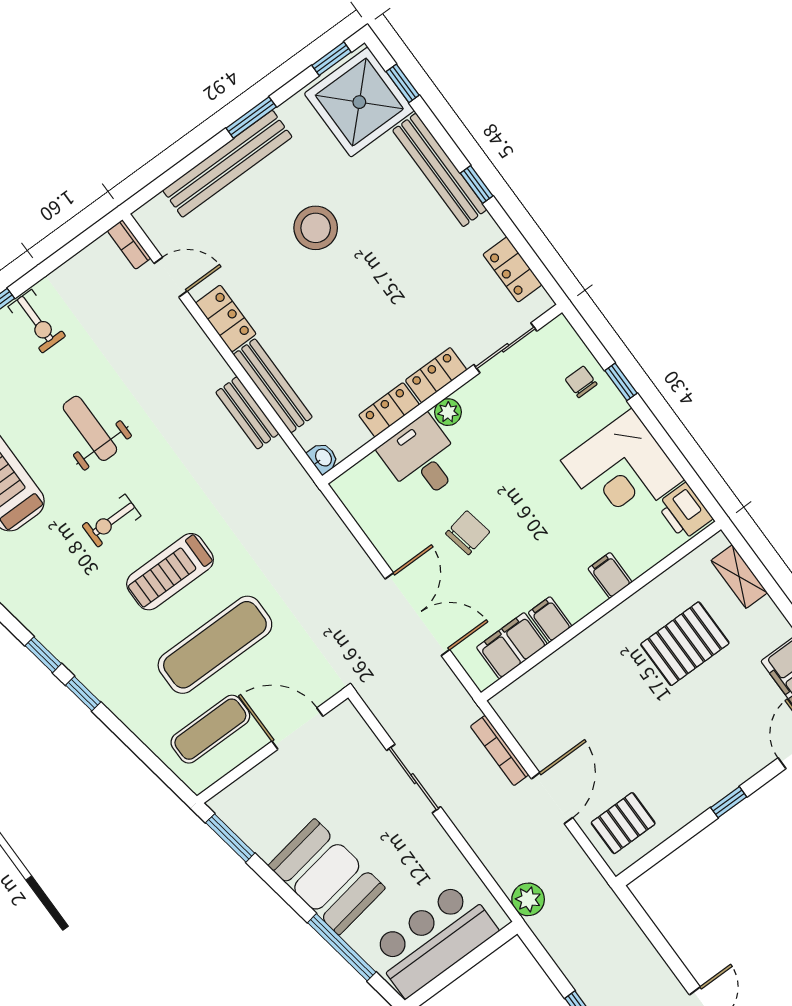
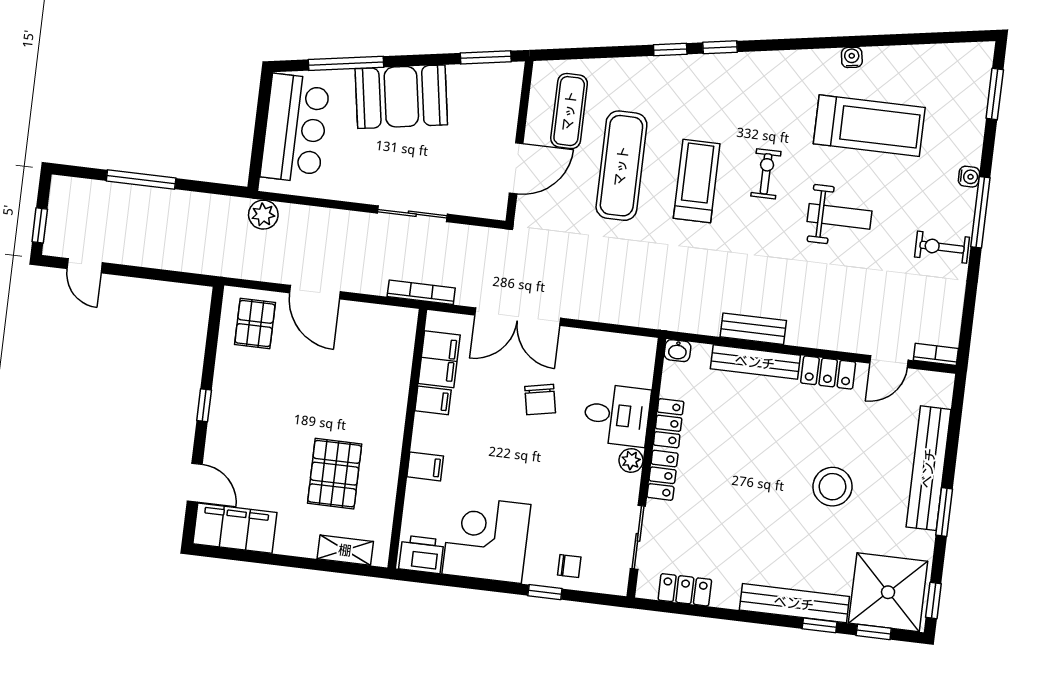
window: (477, 185) -> (820, 625), moved
bookcase: (500, 751) -> (421, 292), moved

